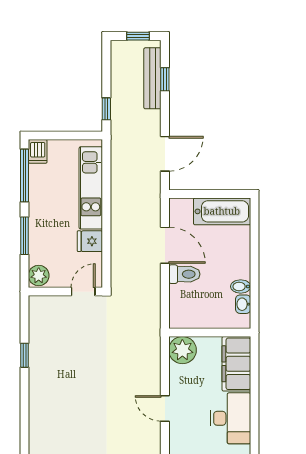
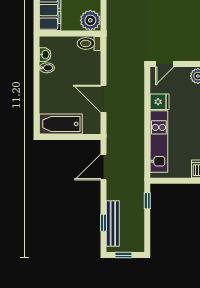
toilet: (184, 274) -> (89, 43), moved

